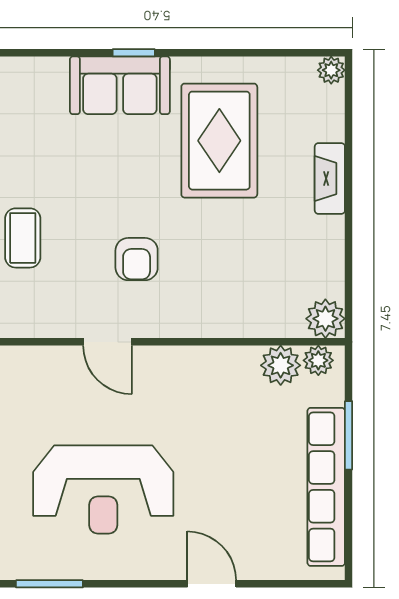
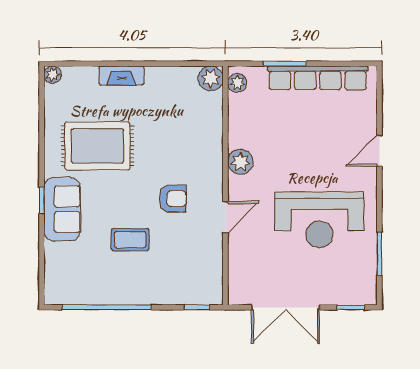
coffee table: (23, 238) -> (130, 240), moved
plant: (281, 365) -> (240, 162), moved
reception desk: (103, 489) -> (319, 220), turned 90

